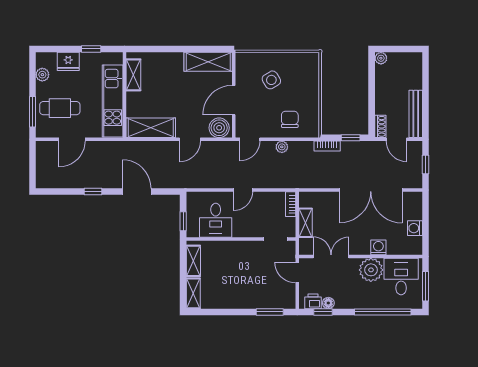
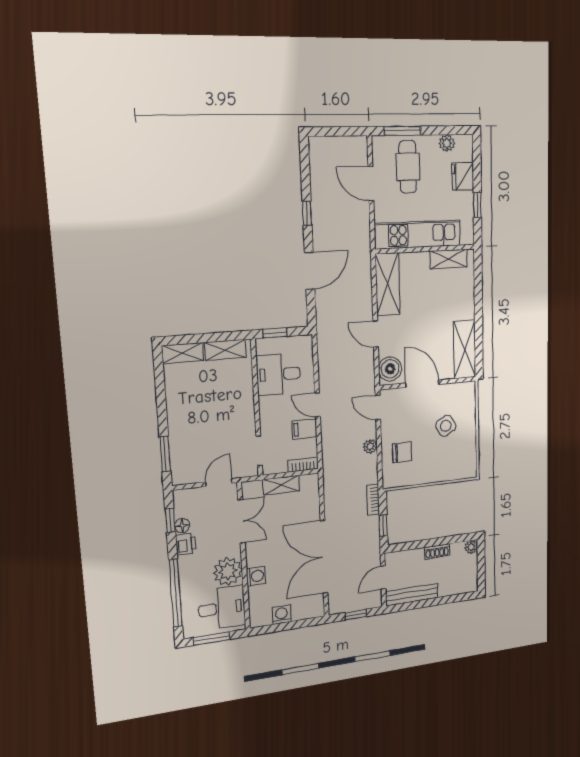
shoe rack: (380, 126) -> (437, 551), moved
filing cabinet: (262, 201) -> (304, 429), added
printer: (313, 301) -> (186, 544), moved

